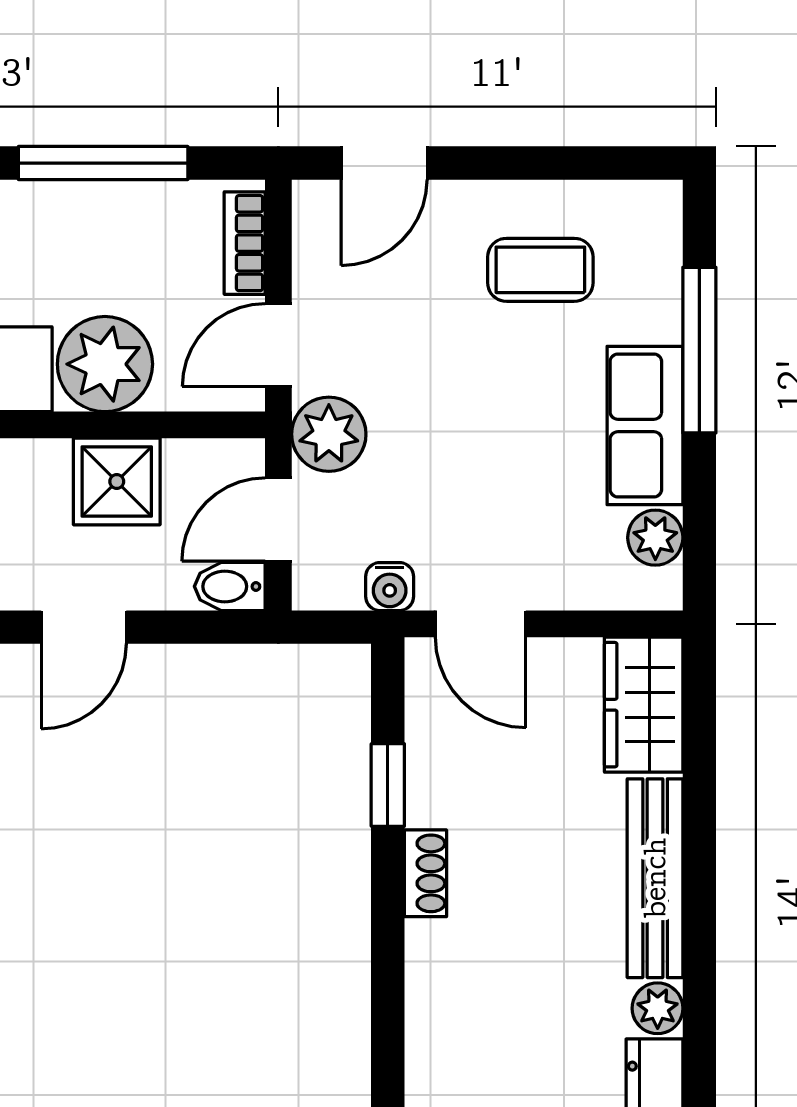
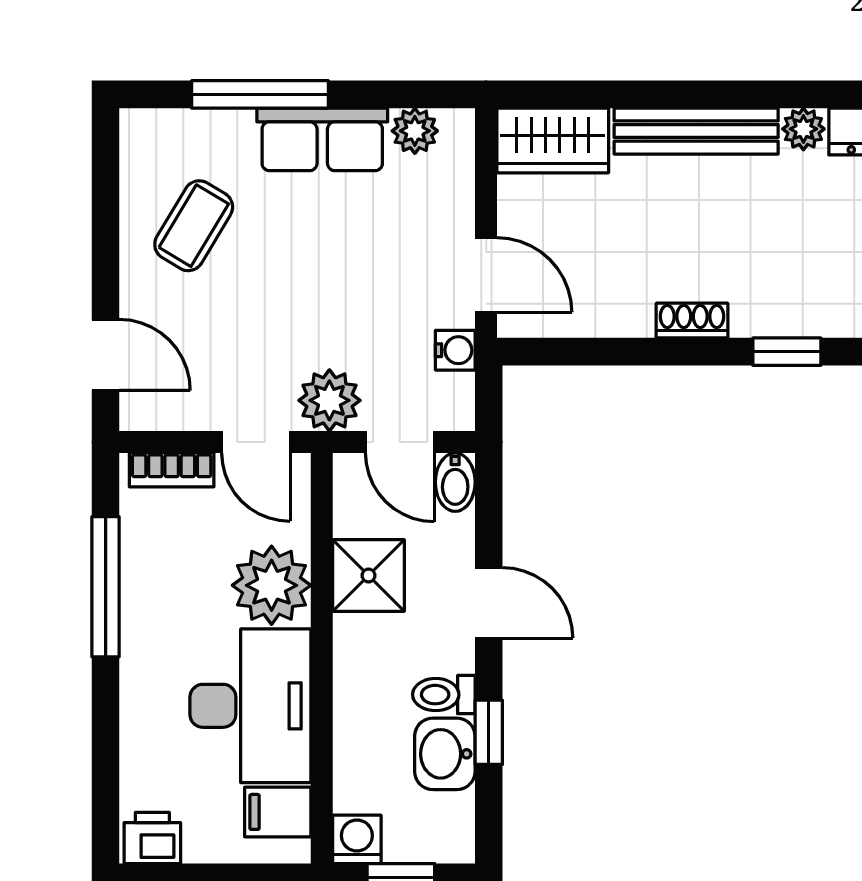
coffee table: (540, 270) -> (194, 226), turned 31
door: (481, 624) -> (486, 275), hinge flipped
window: (388, 785) -> (787, 352), moved

